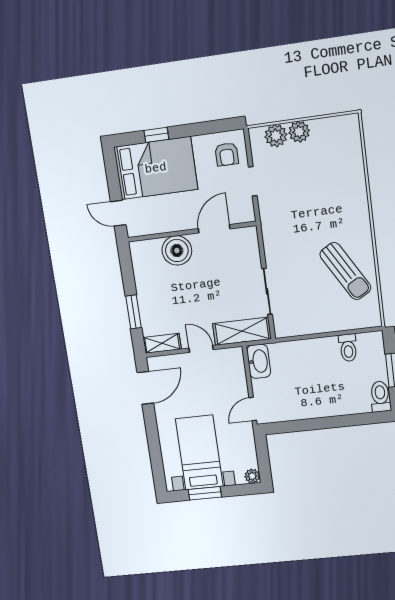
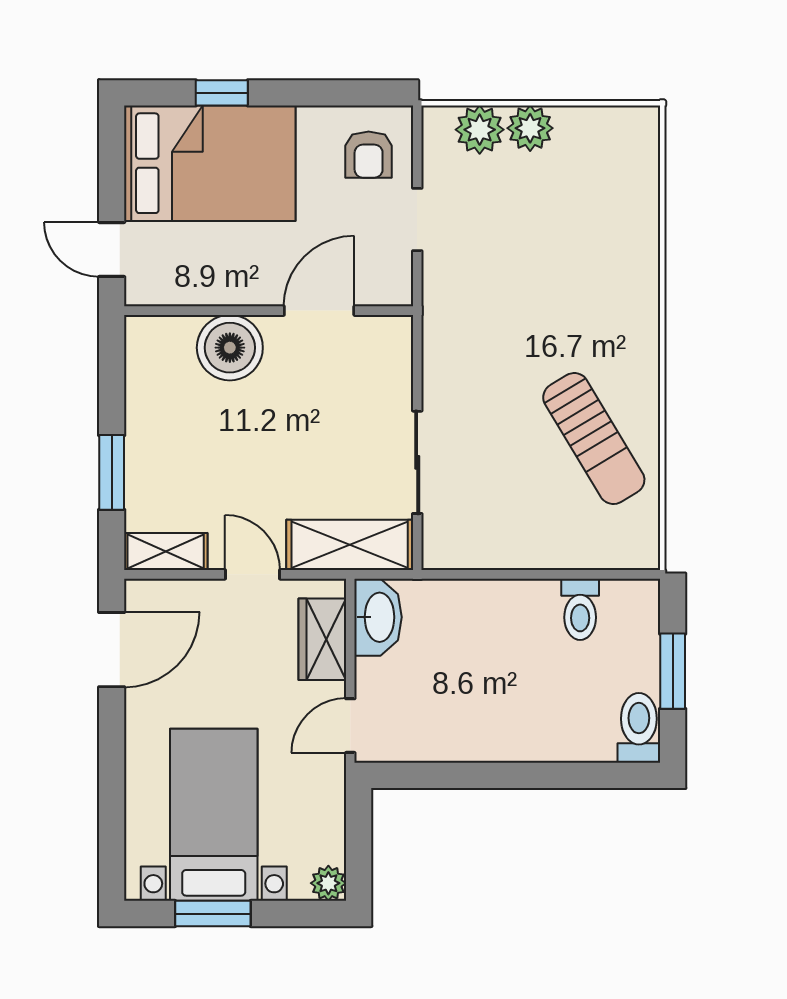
wardrobe: (236, 373) -> (322, 639), added

